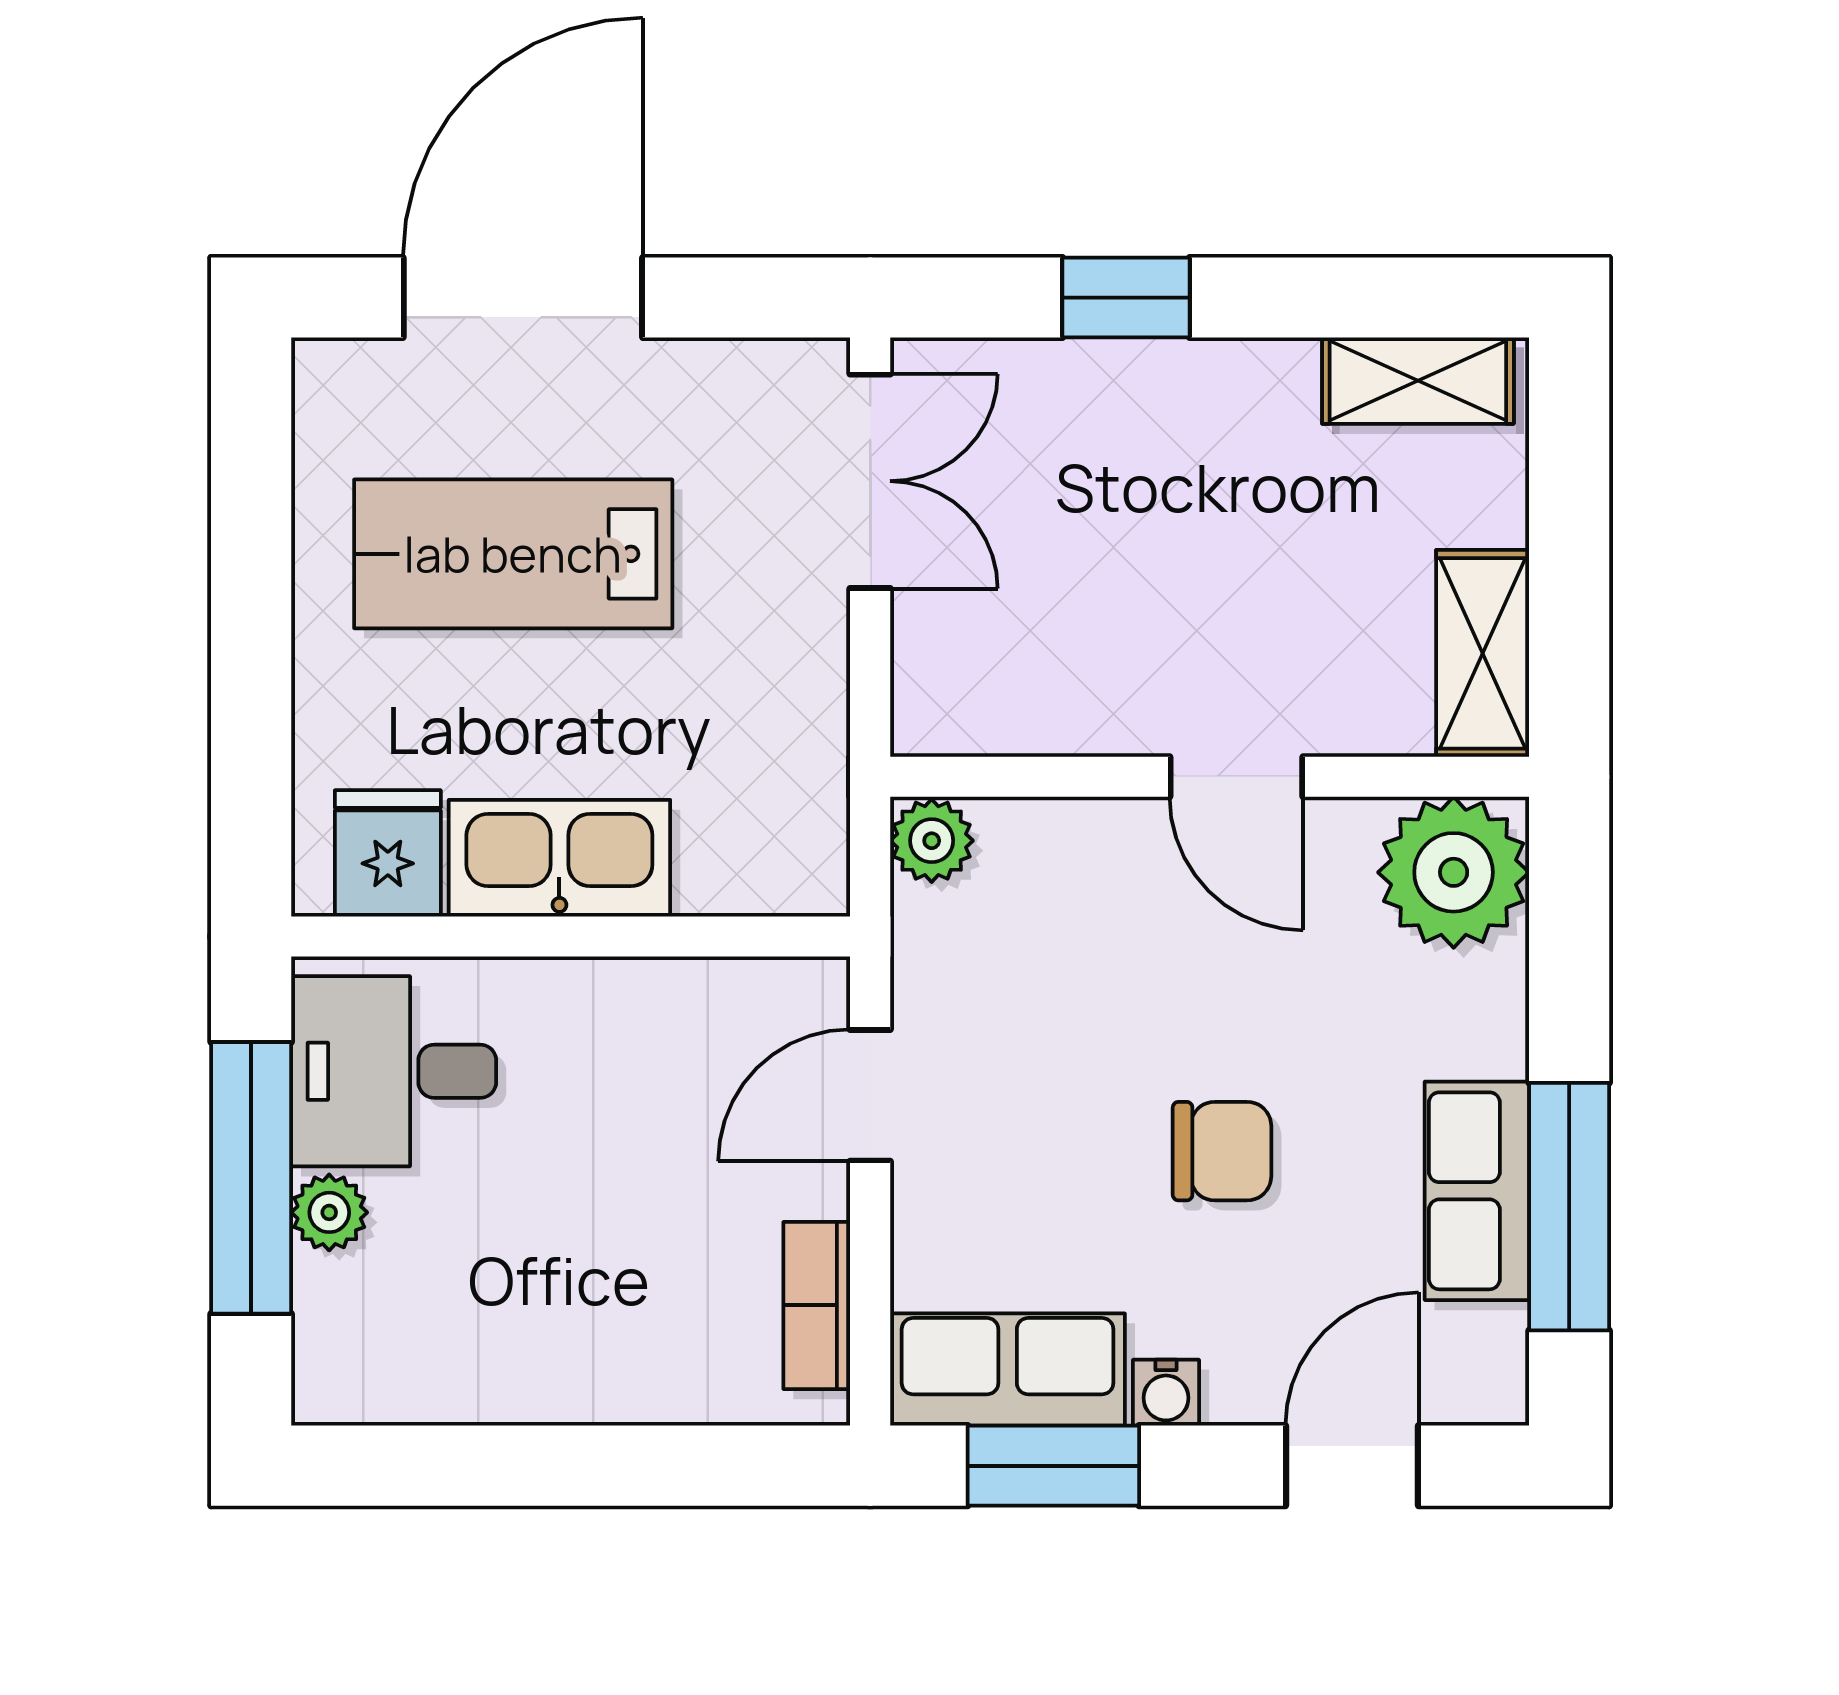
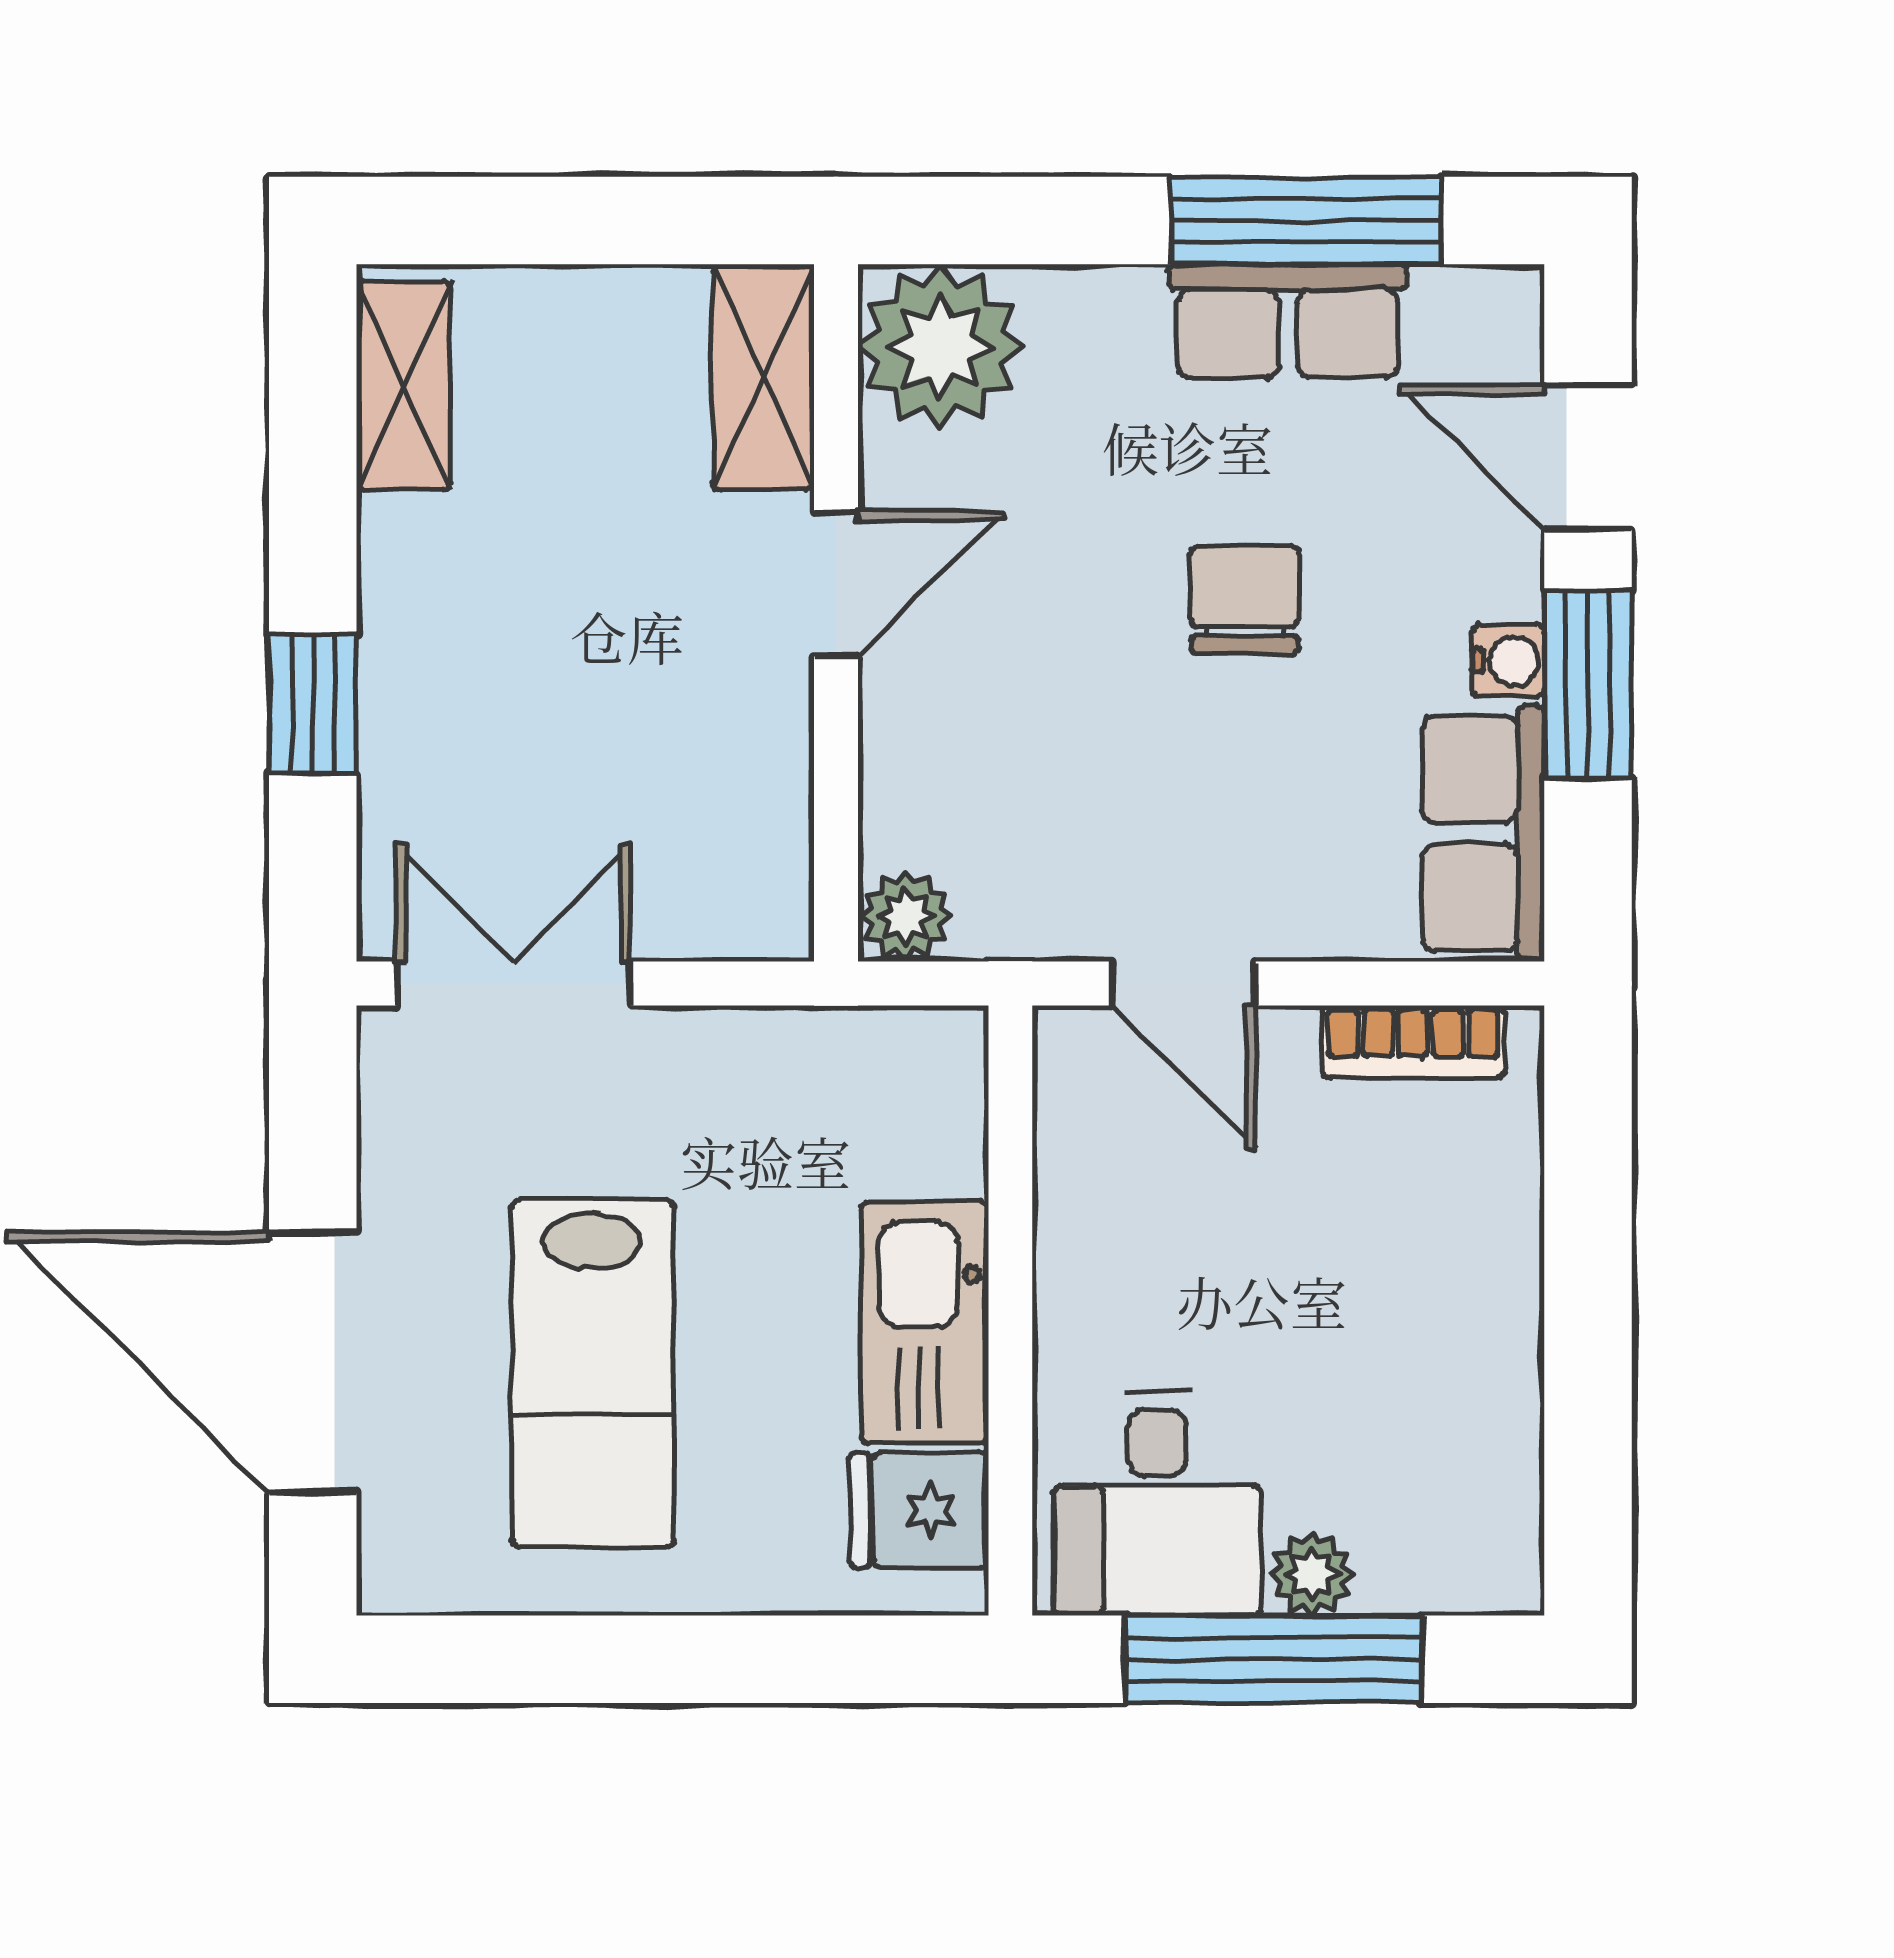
shelving: (1483, 653) -> (763, 377), moved, turned 90
window: (1053, 1466) -> (1588, 684), moved

